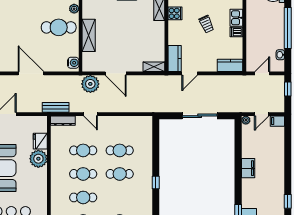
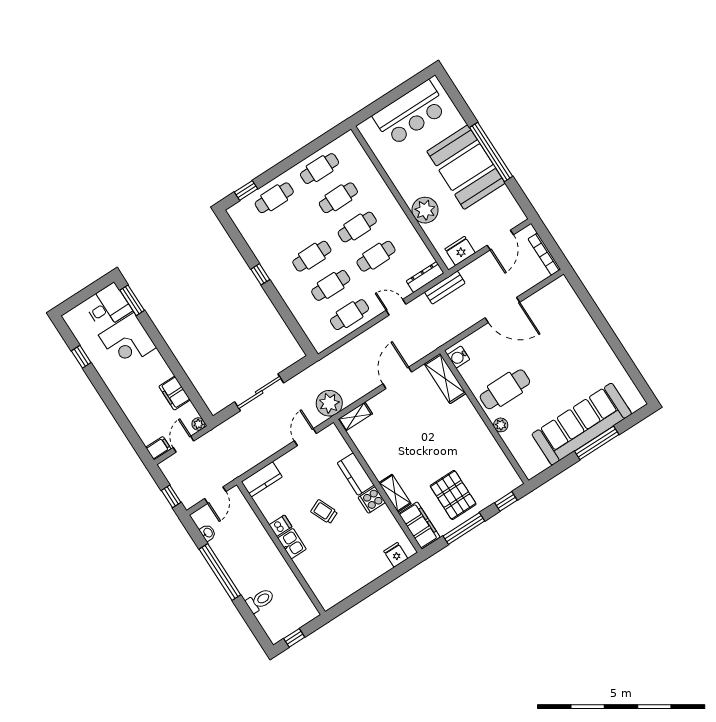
shelving: (89, 35) -> (445, 379), moved
kitchen counter: (175, 59) -> (356, 474), moved
door: (116, 73) -> (397, 378), hinge flipped
plant: (90, 84) -> (329, 403), moved
cafe table: (120, 127) -> (350, 315), added
fridge: (40, 141) -> (460, 251), moved, turned -90
filing cabinet: (248, 168) -> (175, 393), moved
corner desk: (256, 193) -> (127, 341), added

